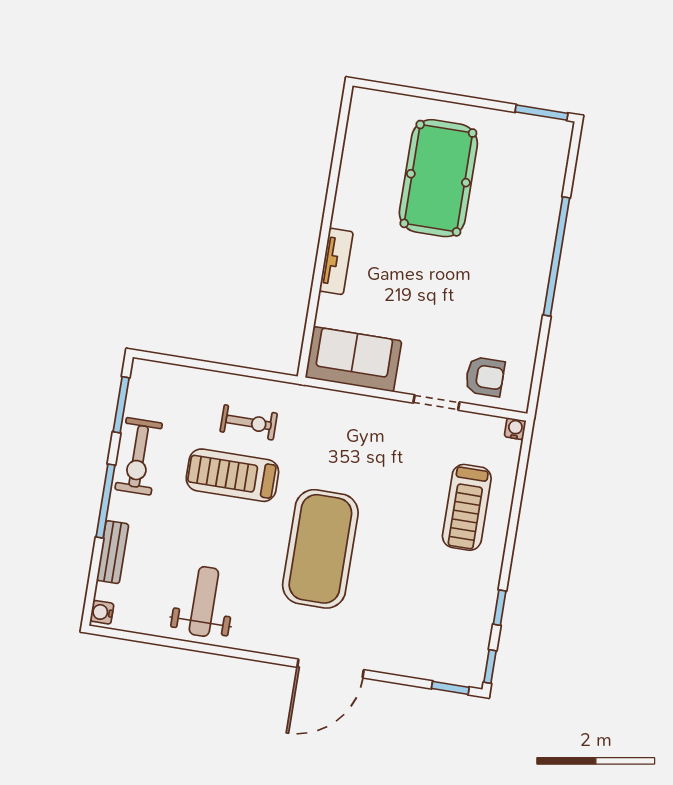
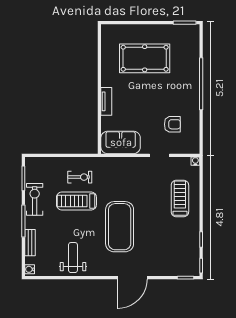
pool table: (438, 178) -> (145, 58), turned 90
armchair: (485, 377) -> (172, 124), moved
exercise bike: (139, 456) -> (35, 199), turned 180
treadmill: (467, 507) -> (180, 198), turned 180

